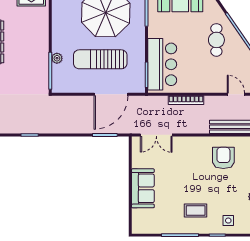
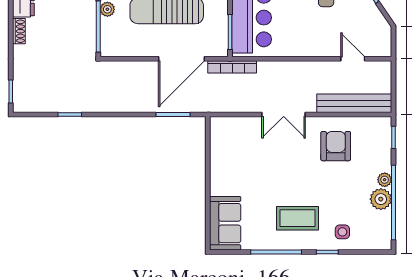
bookcase: (186, 100) -> (232, 67), moved
double door: (156, 135) -> (284, 114), moved
sofa: (143, 188) -> (225, 223), moved
coffee table: (196, 211) -> (297, 218), width x1.36, depth x1.30

